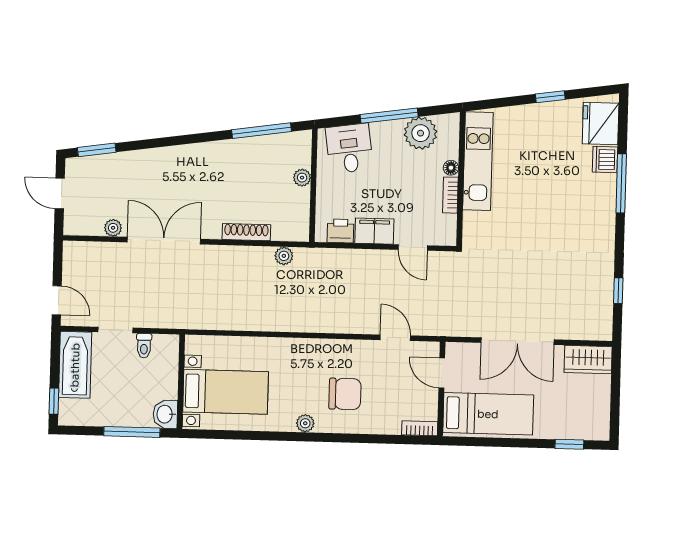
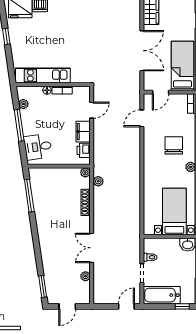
plant: (421, 133) -> (23, 104), width x0.53, depth x0.53
plant: (302, 178) -> (85, 172), moved
double door: (164, 241) -> (92, 248), width x0.73

